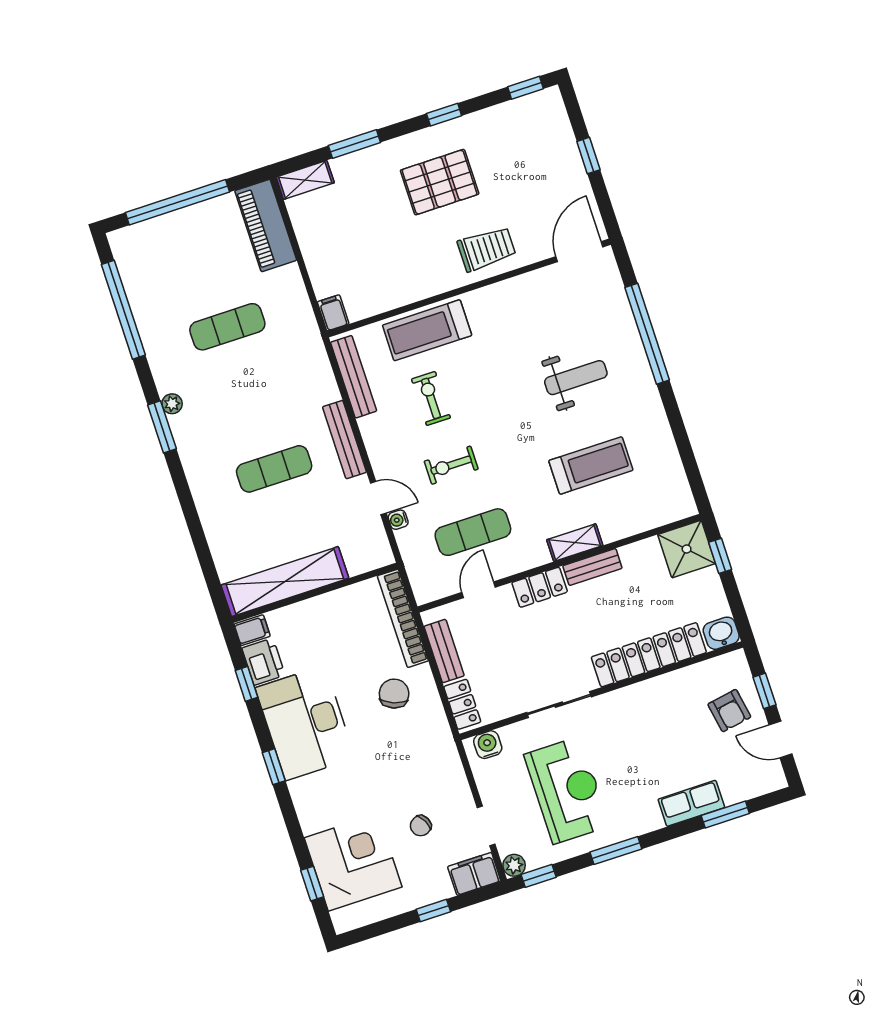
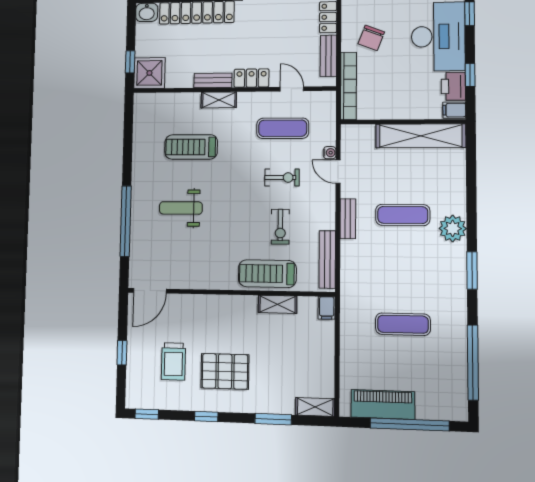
piano: (266, 225) -> (383, 404), moved, turned -90
trolley: (487, 249) -> (173, 361), moved, turned -90
shelving: (400, 295) -> (277, 304), added
treadmill: (427, 330) -> (267, 274), turned 180
plant: (172, 404) -> (453, 228), moved, width x1.88, depth x1.88
bench: (344, 440) -> (348, 219), width x0.73
door: (479, 590) -> (292, 89), swing flipped

